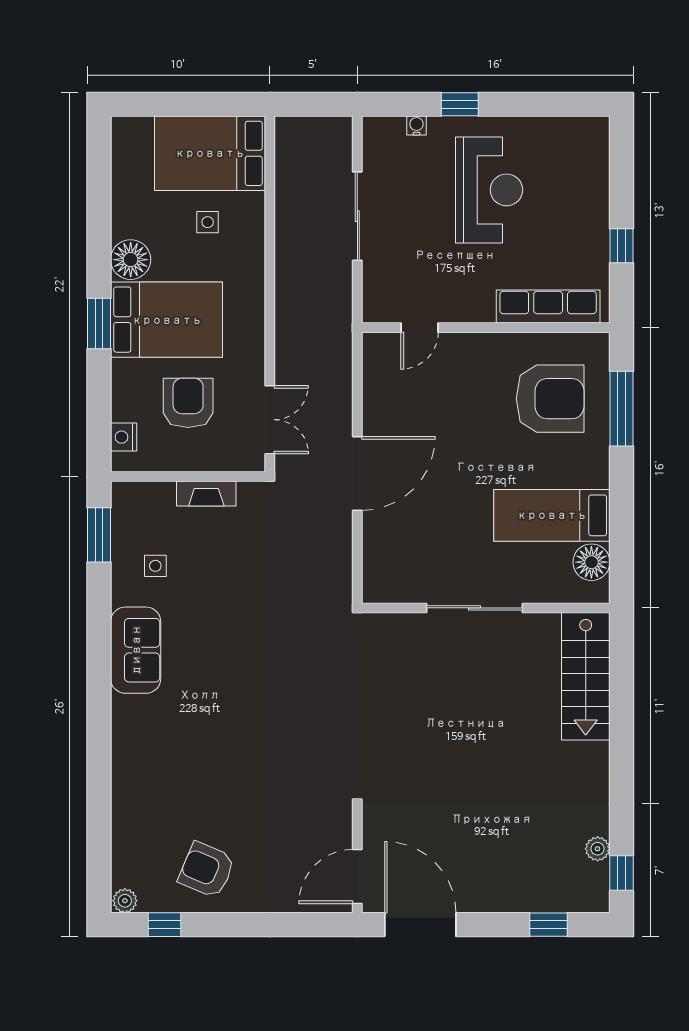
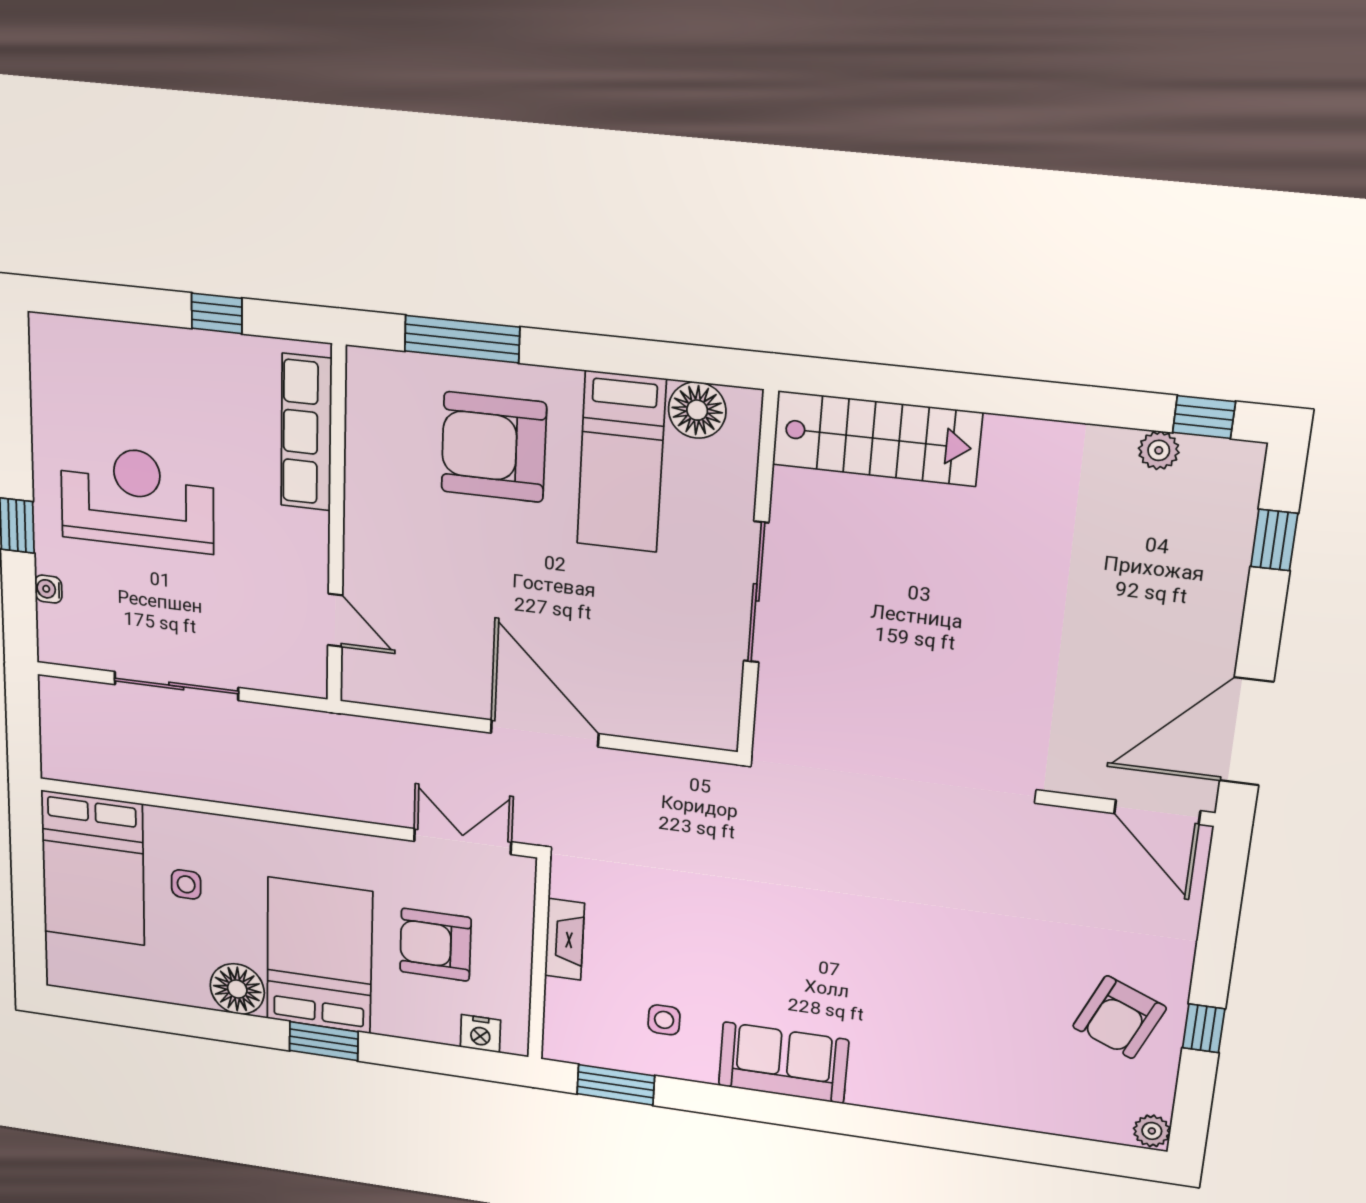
armchair: (550, 399) -> (494, 447), moved, turned -90
window: (165, 925) -> (1204, 1028), moved

